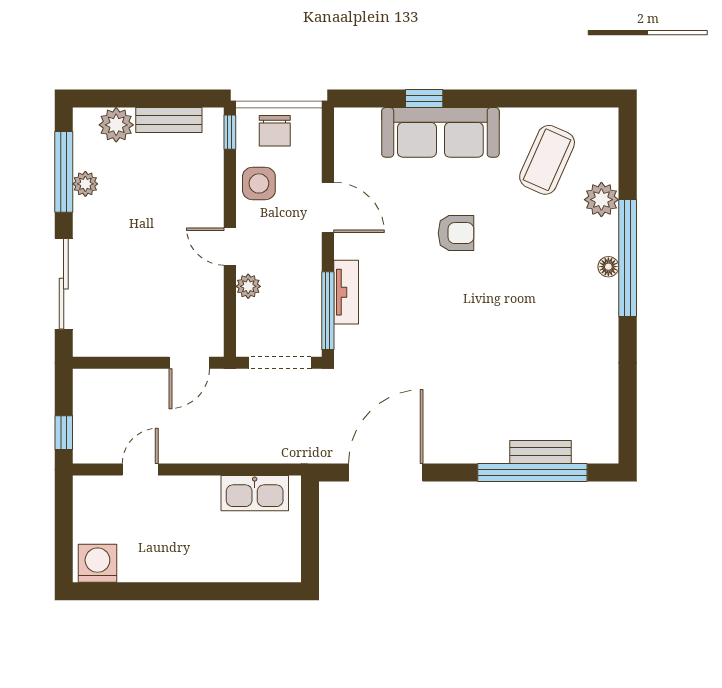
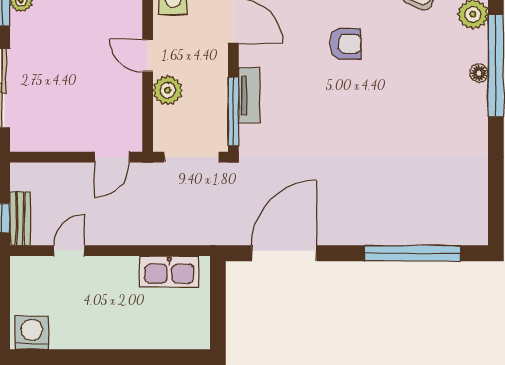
plant: (248, 286) -> (168, 90), width x1.38, depth x1.38
bench: (541, 452) -> (20, 219), moved, turned 90

